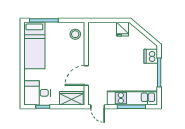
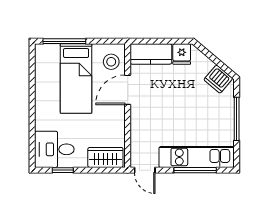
kitchen counter: (102, 29) -> (151, 54), added
bed: (34, 45) -> (76, 78), moved
dishwasher: (151, 56) -> (218, 79), moved, turned -50
door: (86, 76) -> (128, 90), moved

